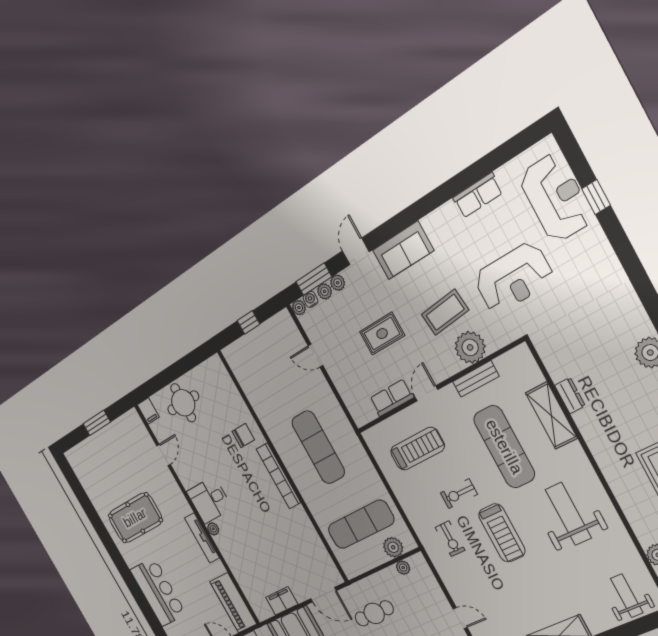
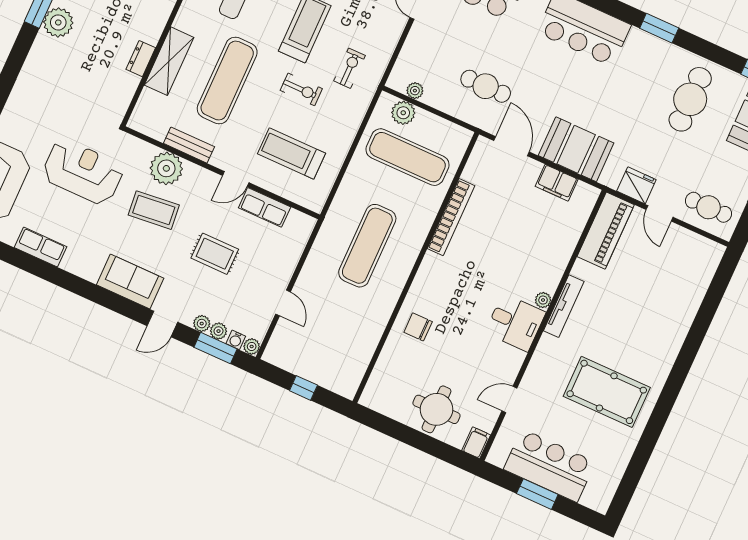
bookcase: (279, 476) -> (451, 217), moved
bar counter: (158, 592) -> (549, 466), moved, turned 90

